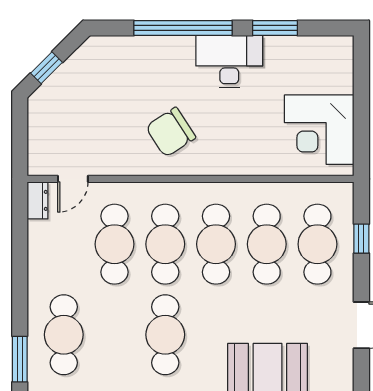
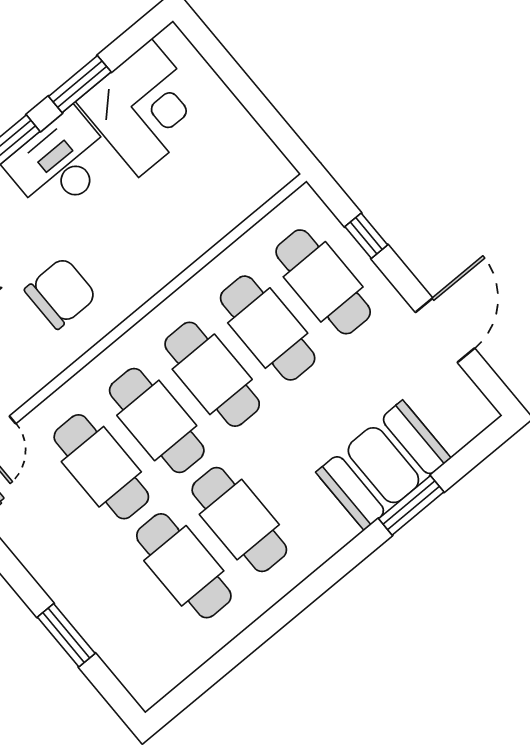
corner desk: (319, 130) -> (145, 108), moved, turned -90
chair: (171, 132) -> (61, 293), turned -147
cafe table: (64, 335) -> (184, 566), moved
window: (20, 359) -> (66, 635), moved

